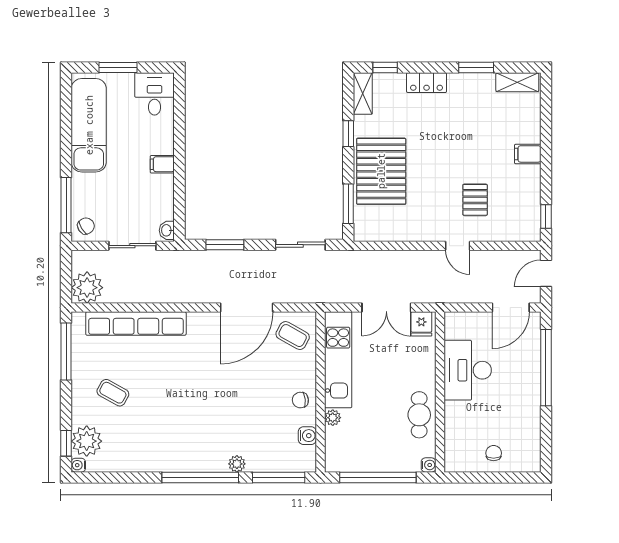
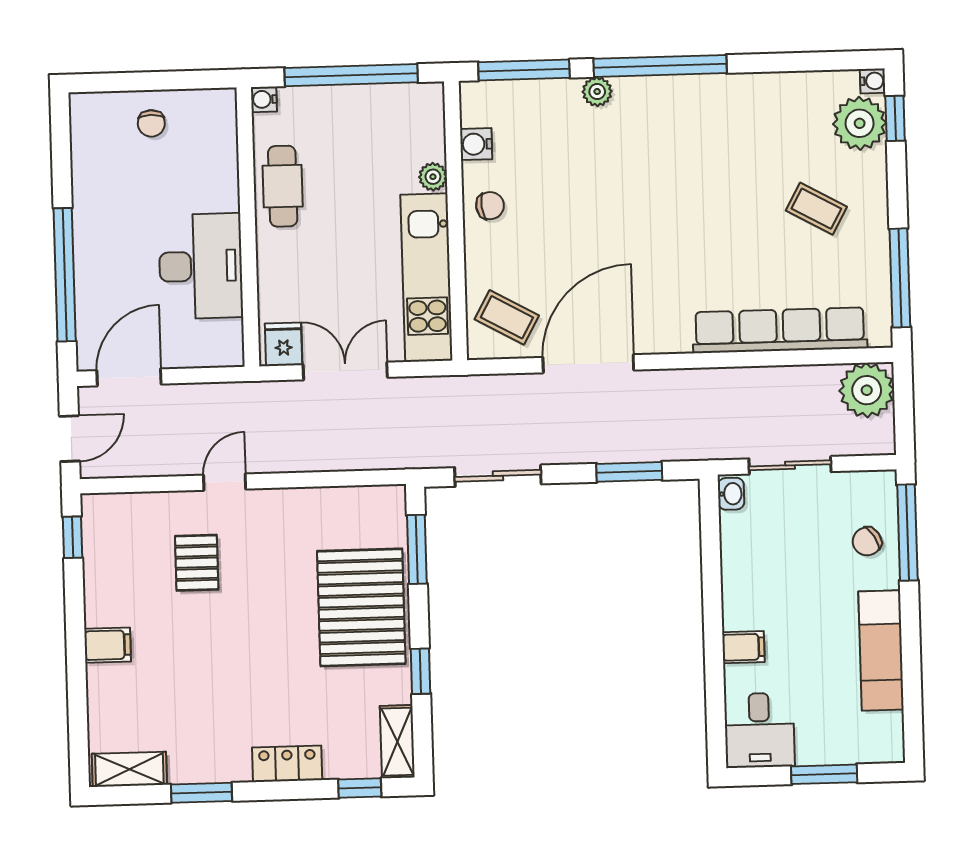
exam couch: (89, 125) -> (881, 650), width x0.73, depth x0.69
filing cabinet: (162, 164) -> (743, 647), moved
chair: (86, 226) -> (867, 541), moved
door: (458, 246) -> (225, 482), hinge flipped

